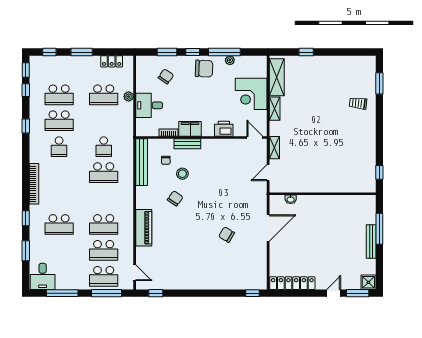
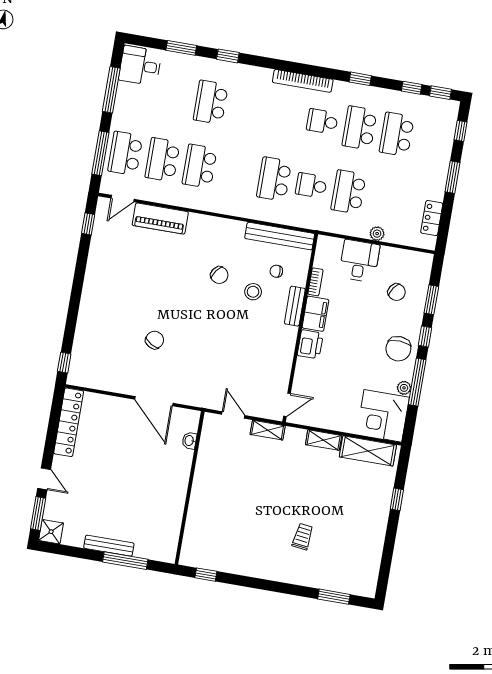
corner desk: (251, 94) -> (383, 416), moved, turned -90
school desk: (104, 95) -> (348, 192), moved
trolley: (358, 103) -> (303, 537), moved
printer: (224, 129) -> (310, 344), moved
bookcase: (34, 184) -> (303, 81), moved
piano: (144, 228) -> (160, 219), moved

